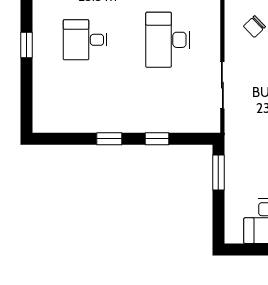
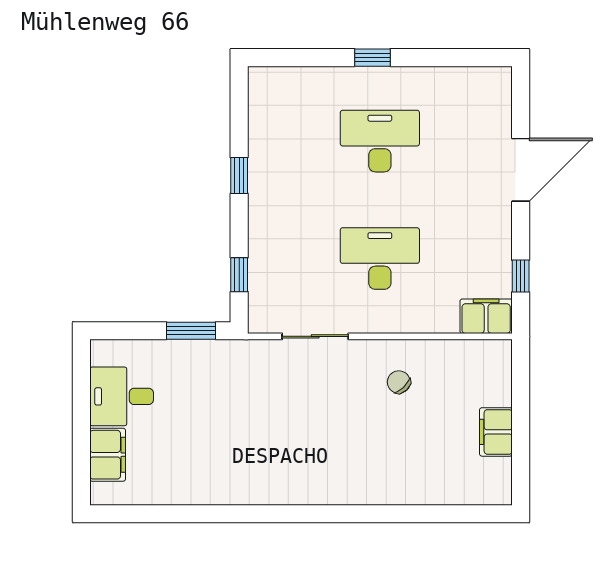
desk: (85, 40) -> (380, 141), width x1.37
window: (157, 139) -> (239, 275), moved

